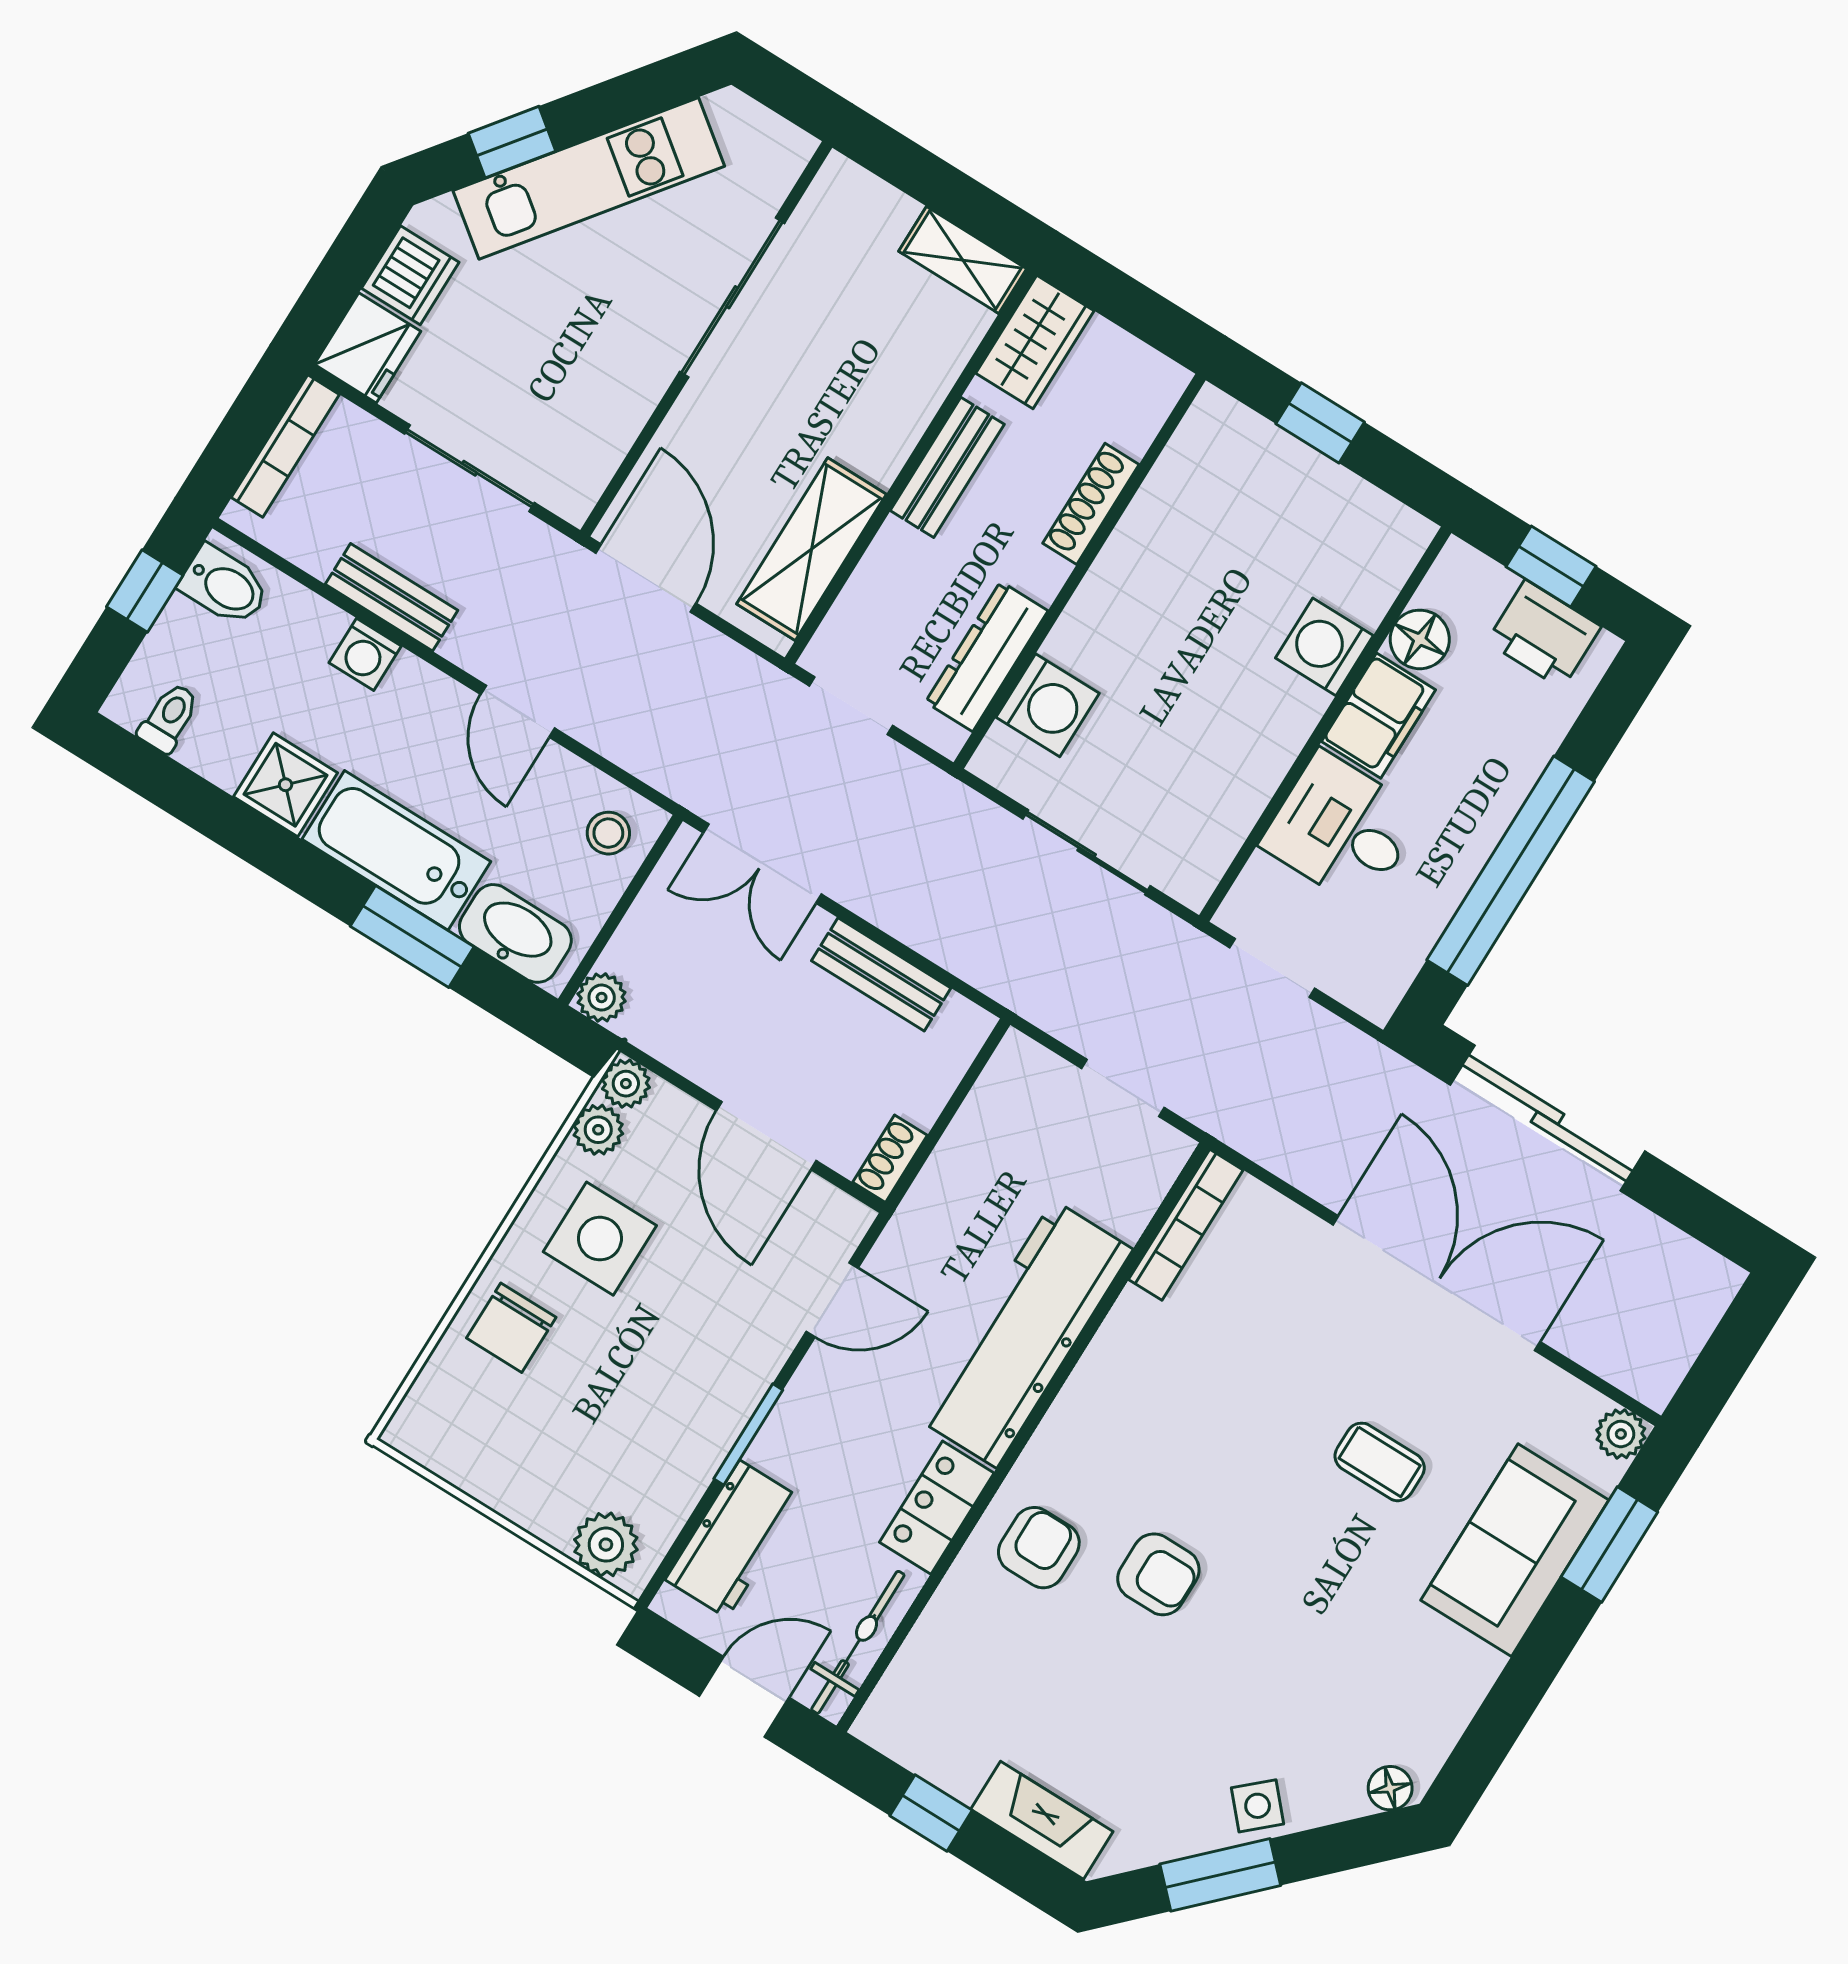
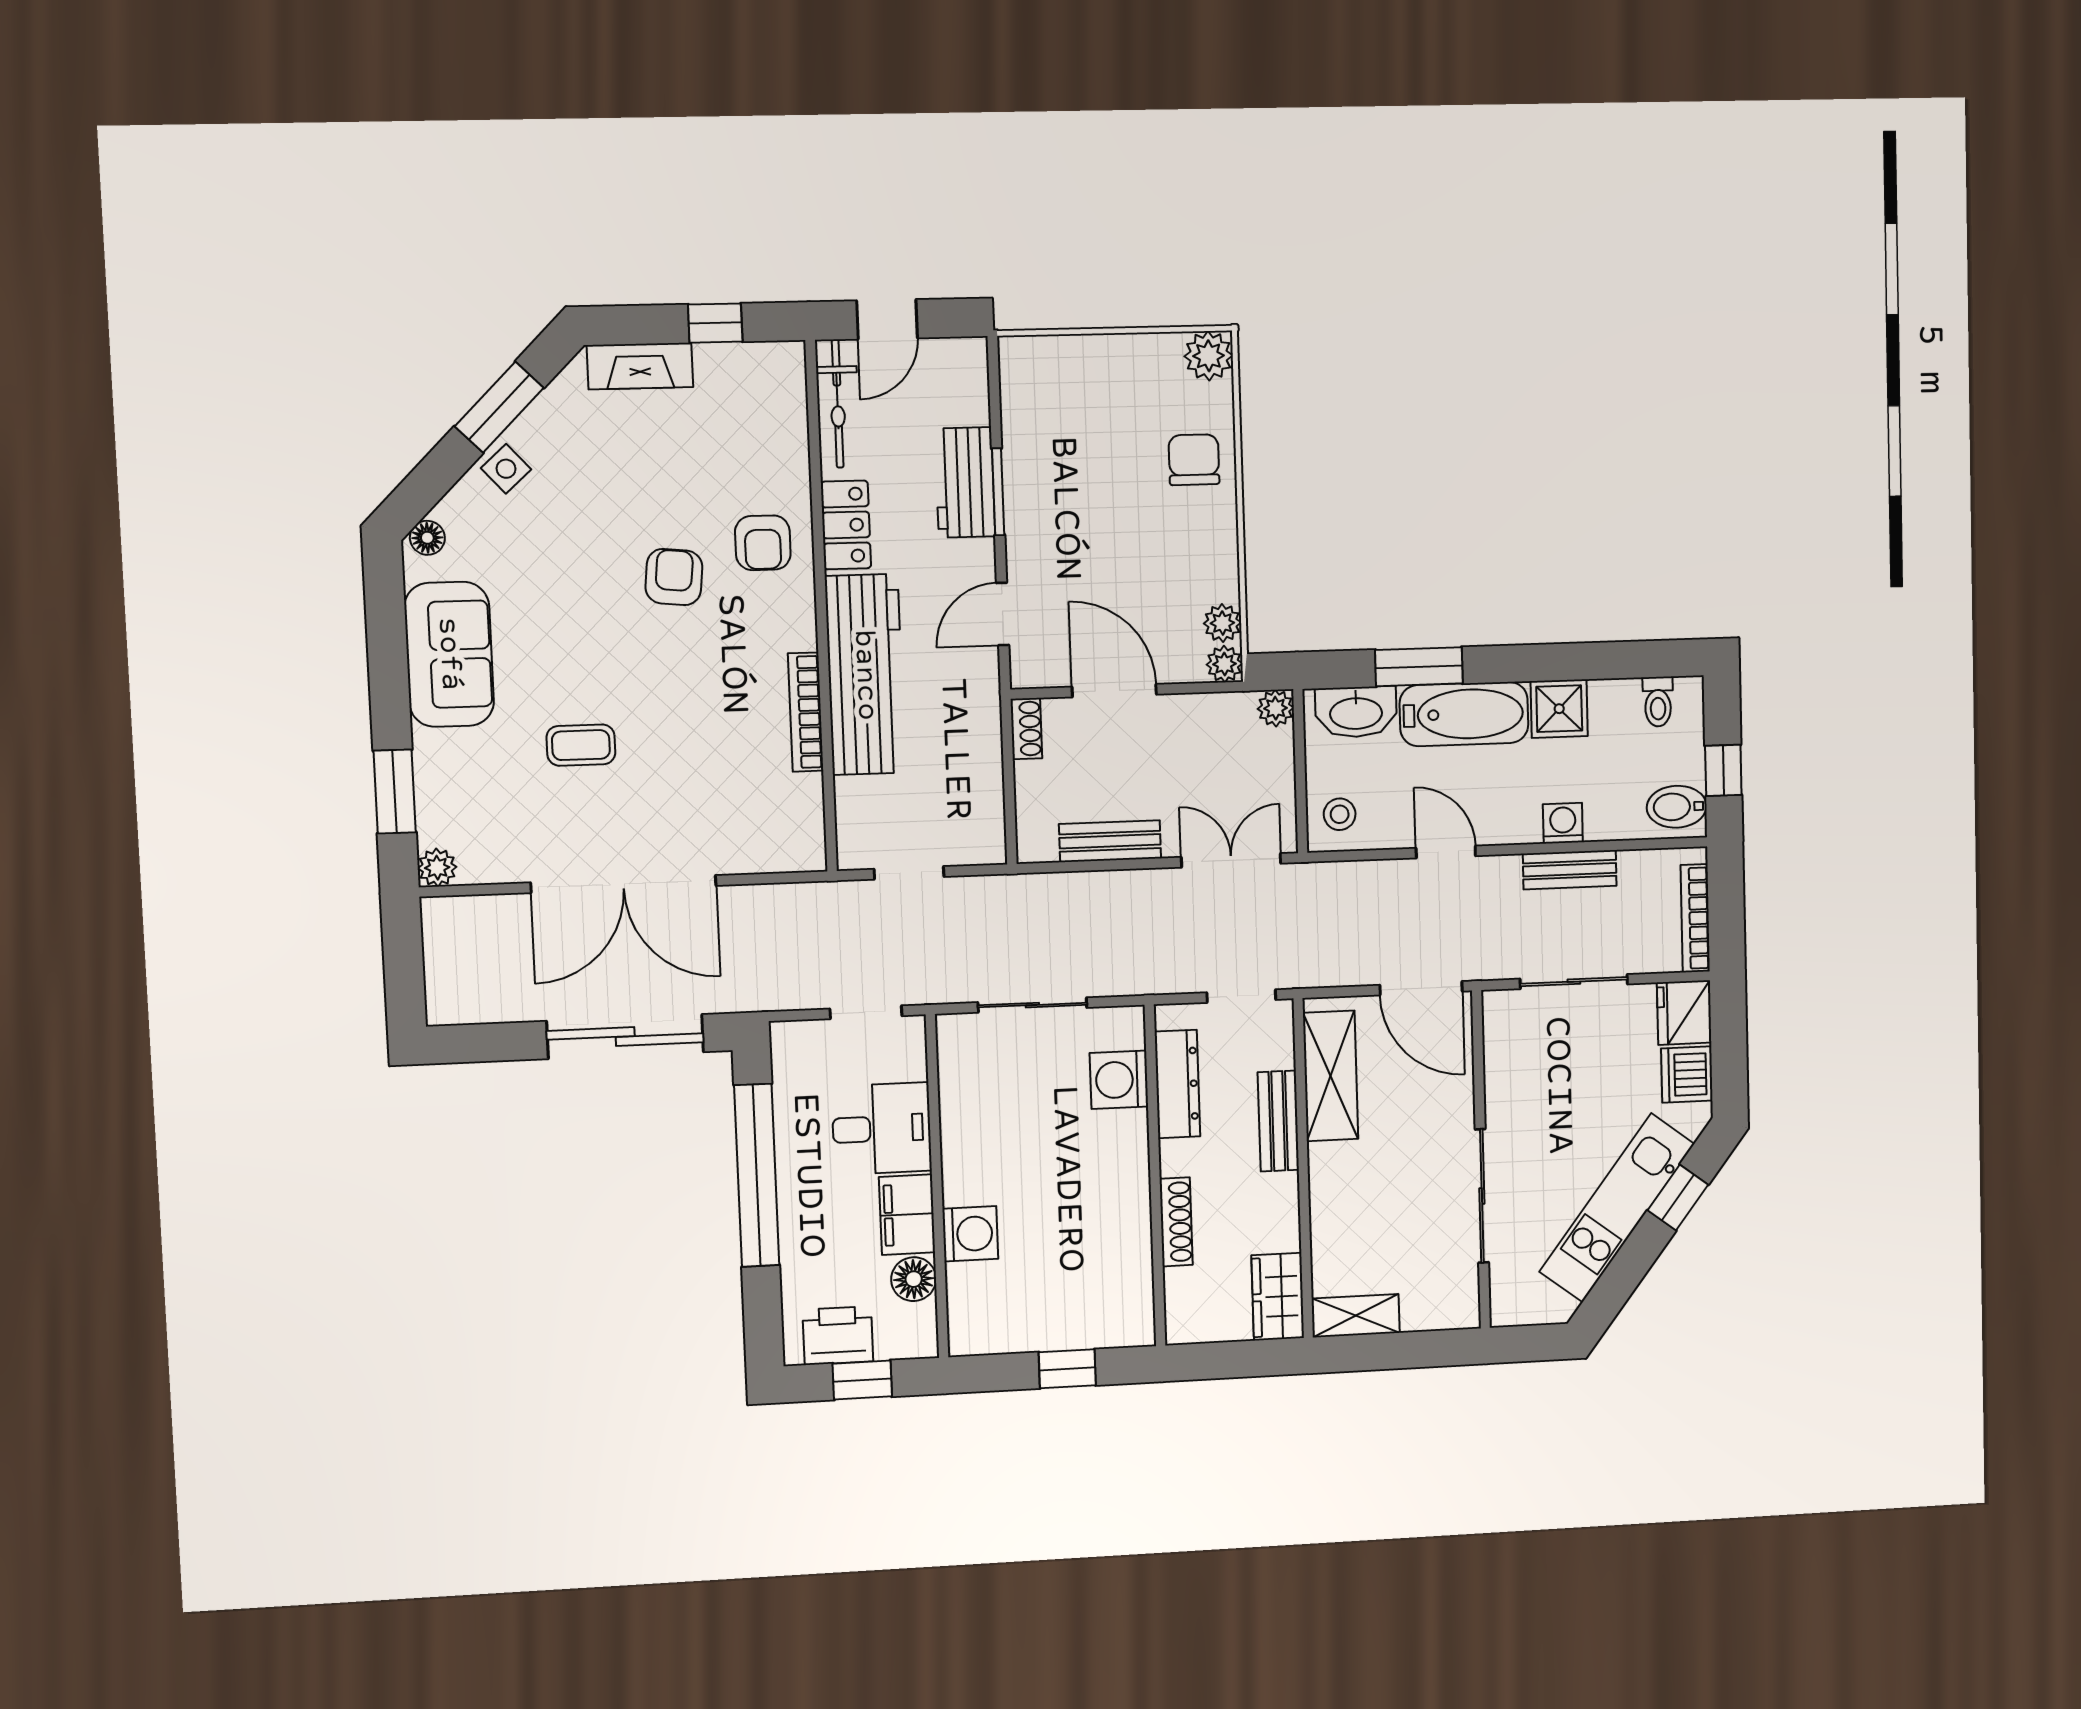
bench: (947, 467) -> (1278, 1121), moved
bookcase: (1186, 1225) -> (806, 712), moved
side table: (600, 1239) -> (1176, 554), removed
workbench: (733, 1539) -> (965, 482), moved
plant: (606, 1545) -> (1209, 356), moved
sofa: (1515, 1550) -> (449, 654), moved
armchair: (1158, 1574) -> (674, 577), turned 96

